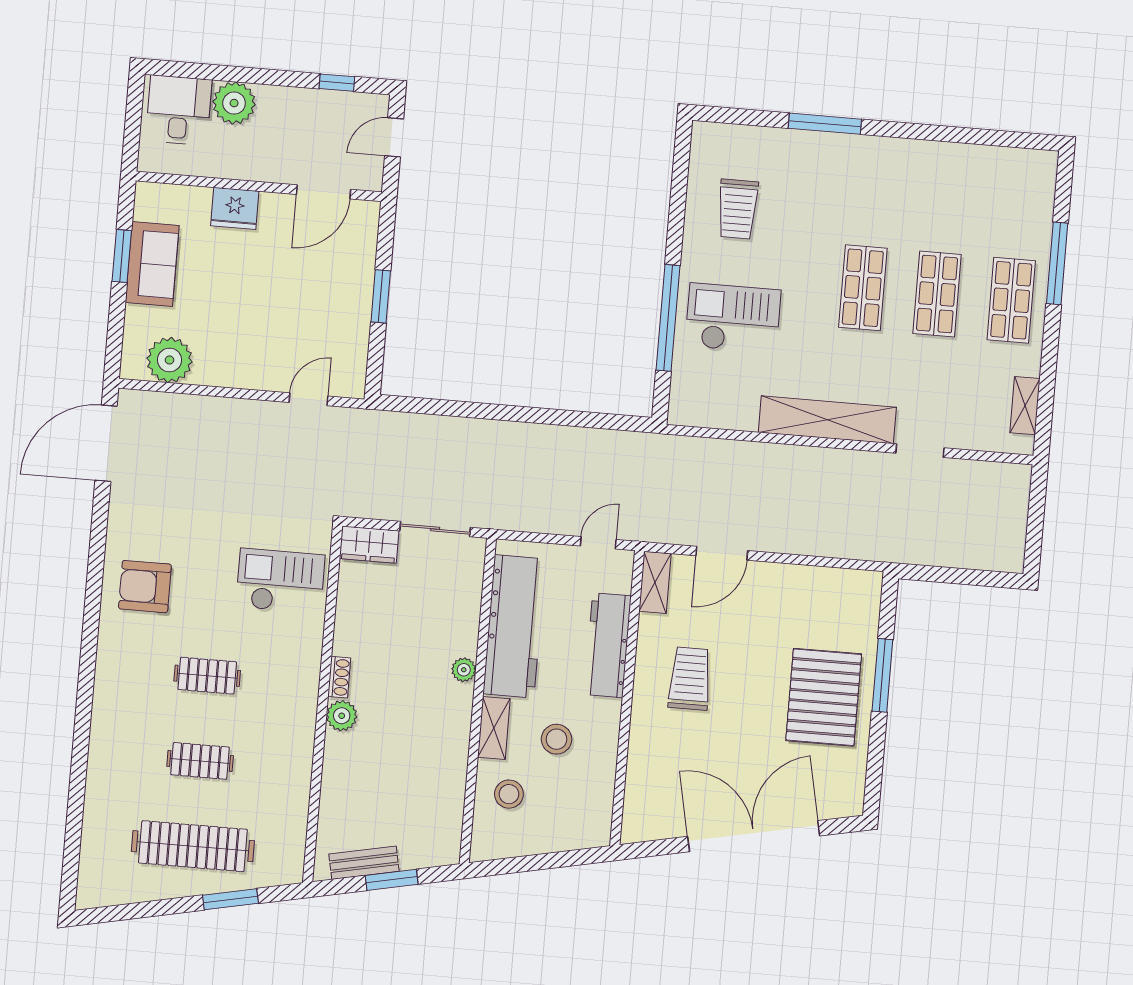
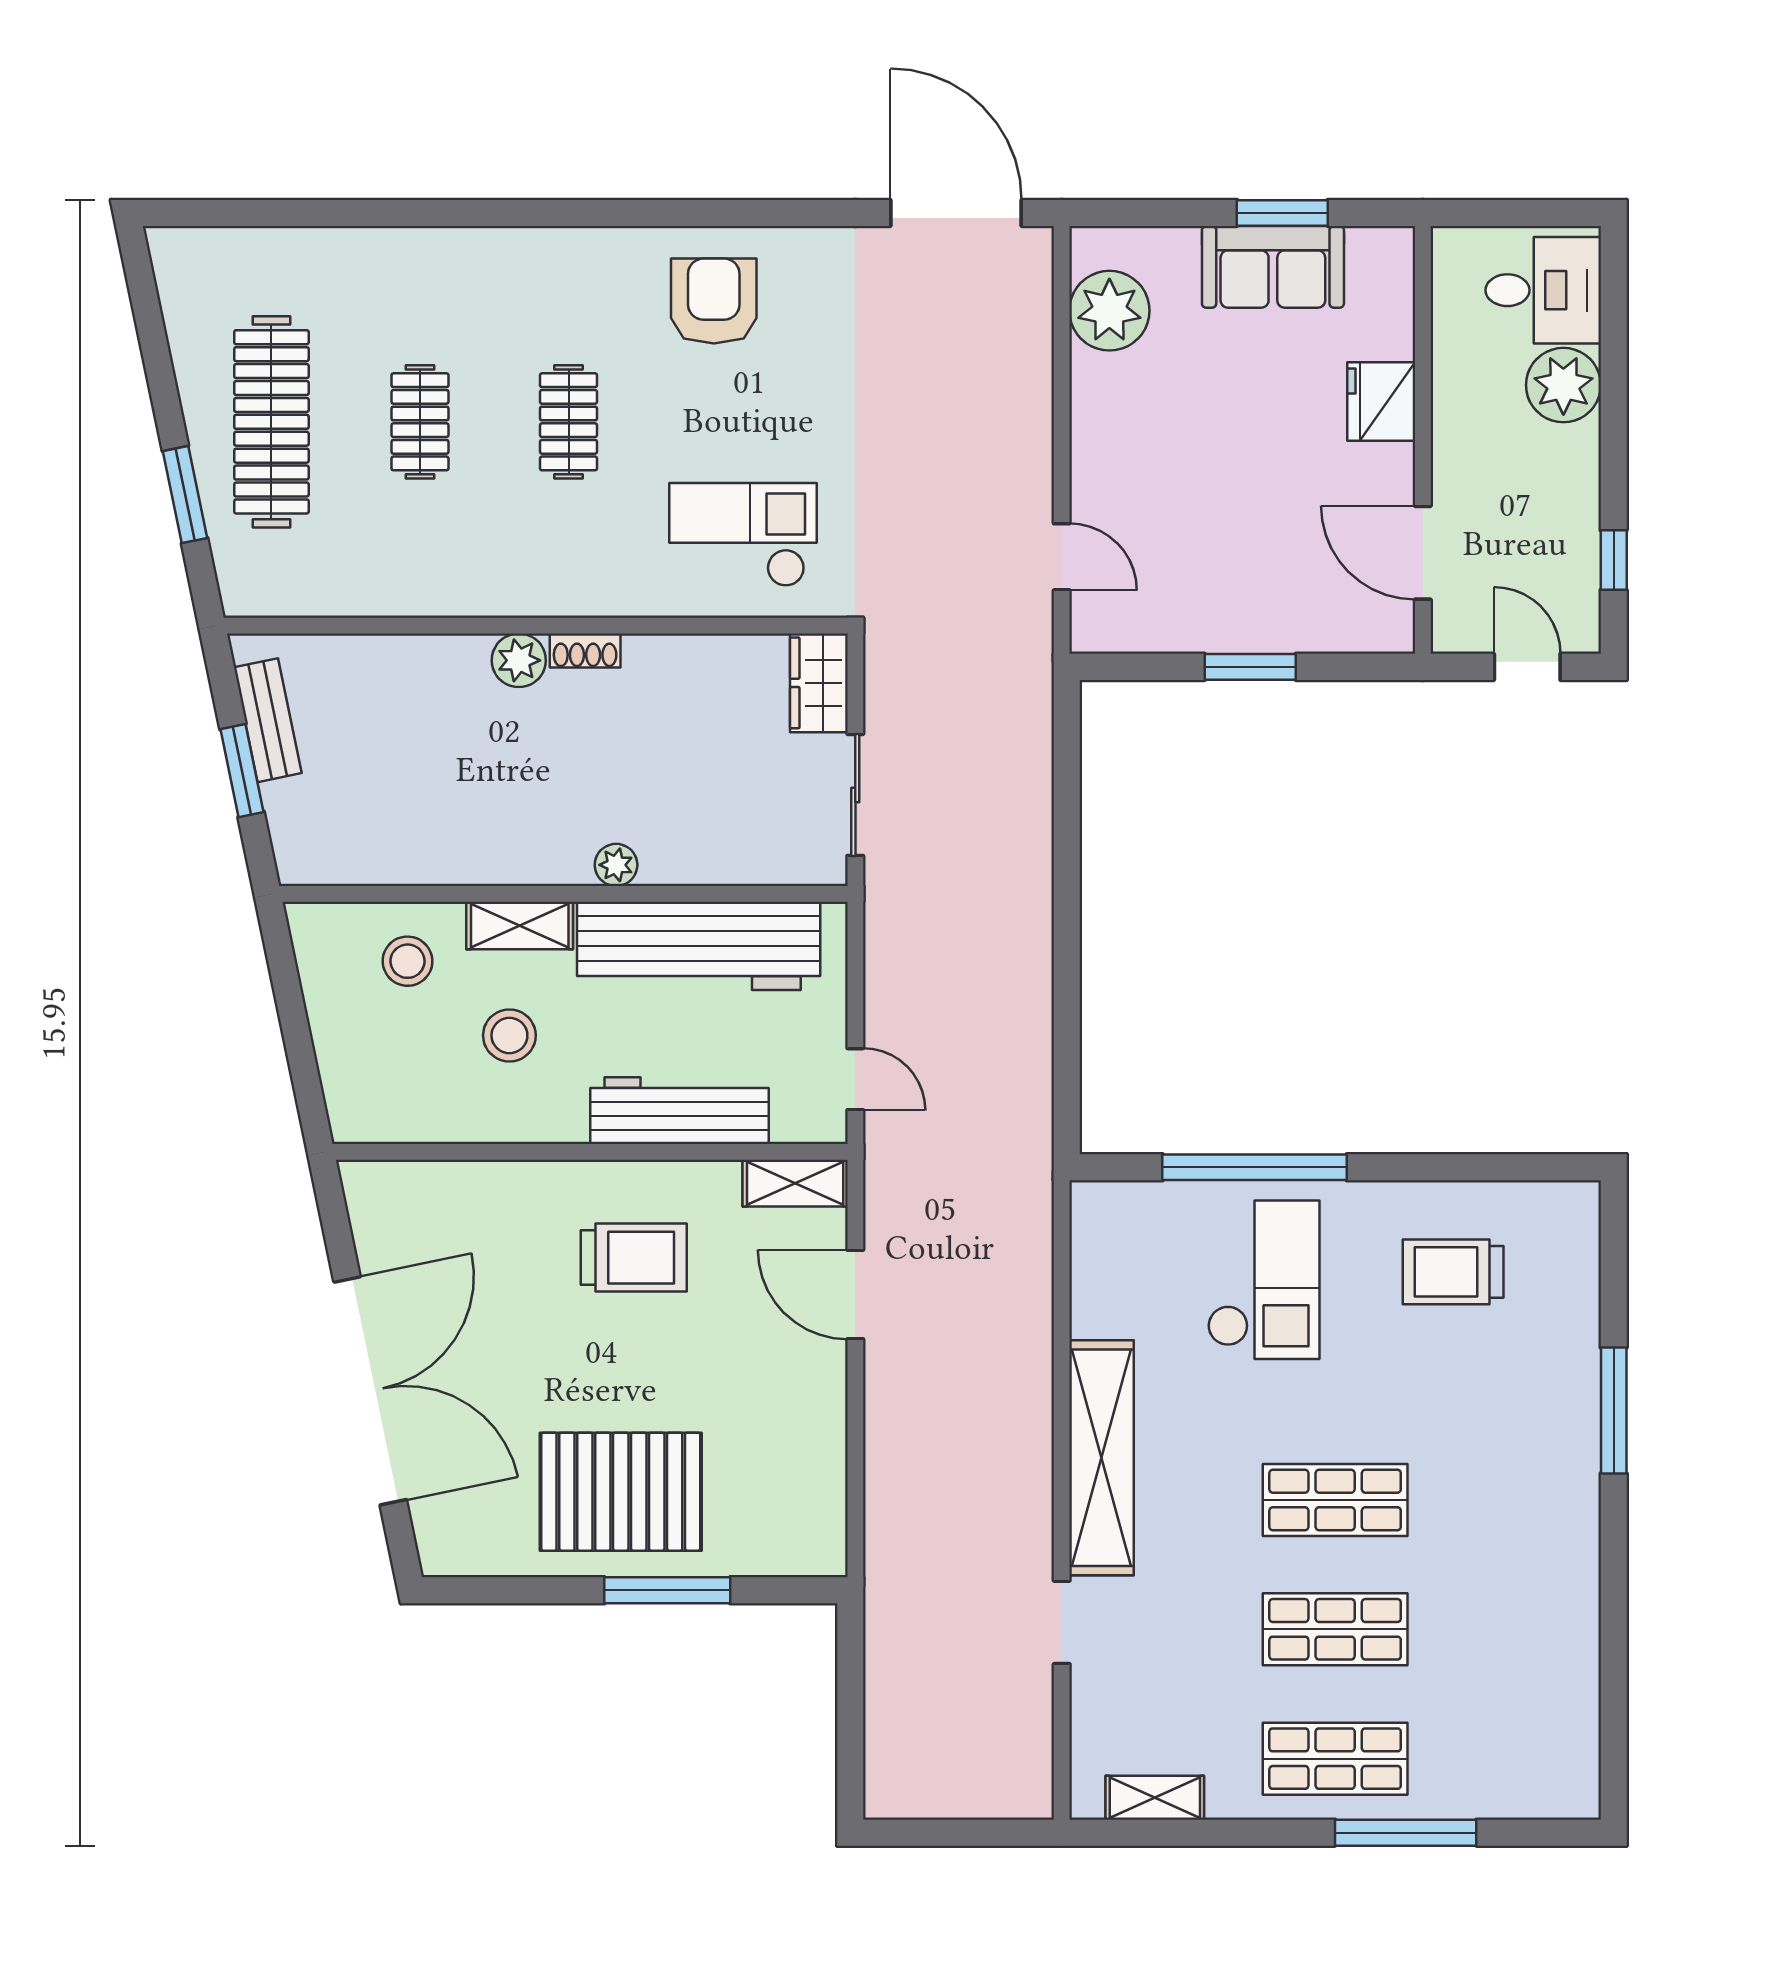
checkout: (280, 581) -> (743, 535), turned -90

